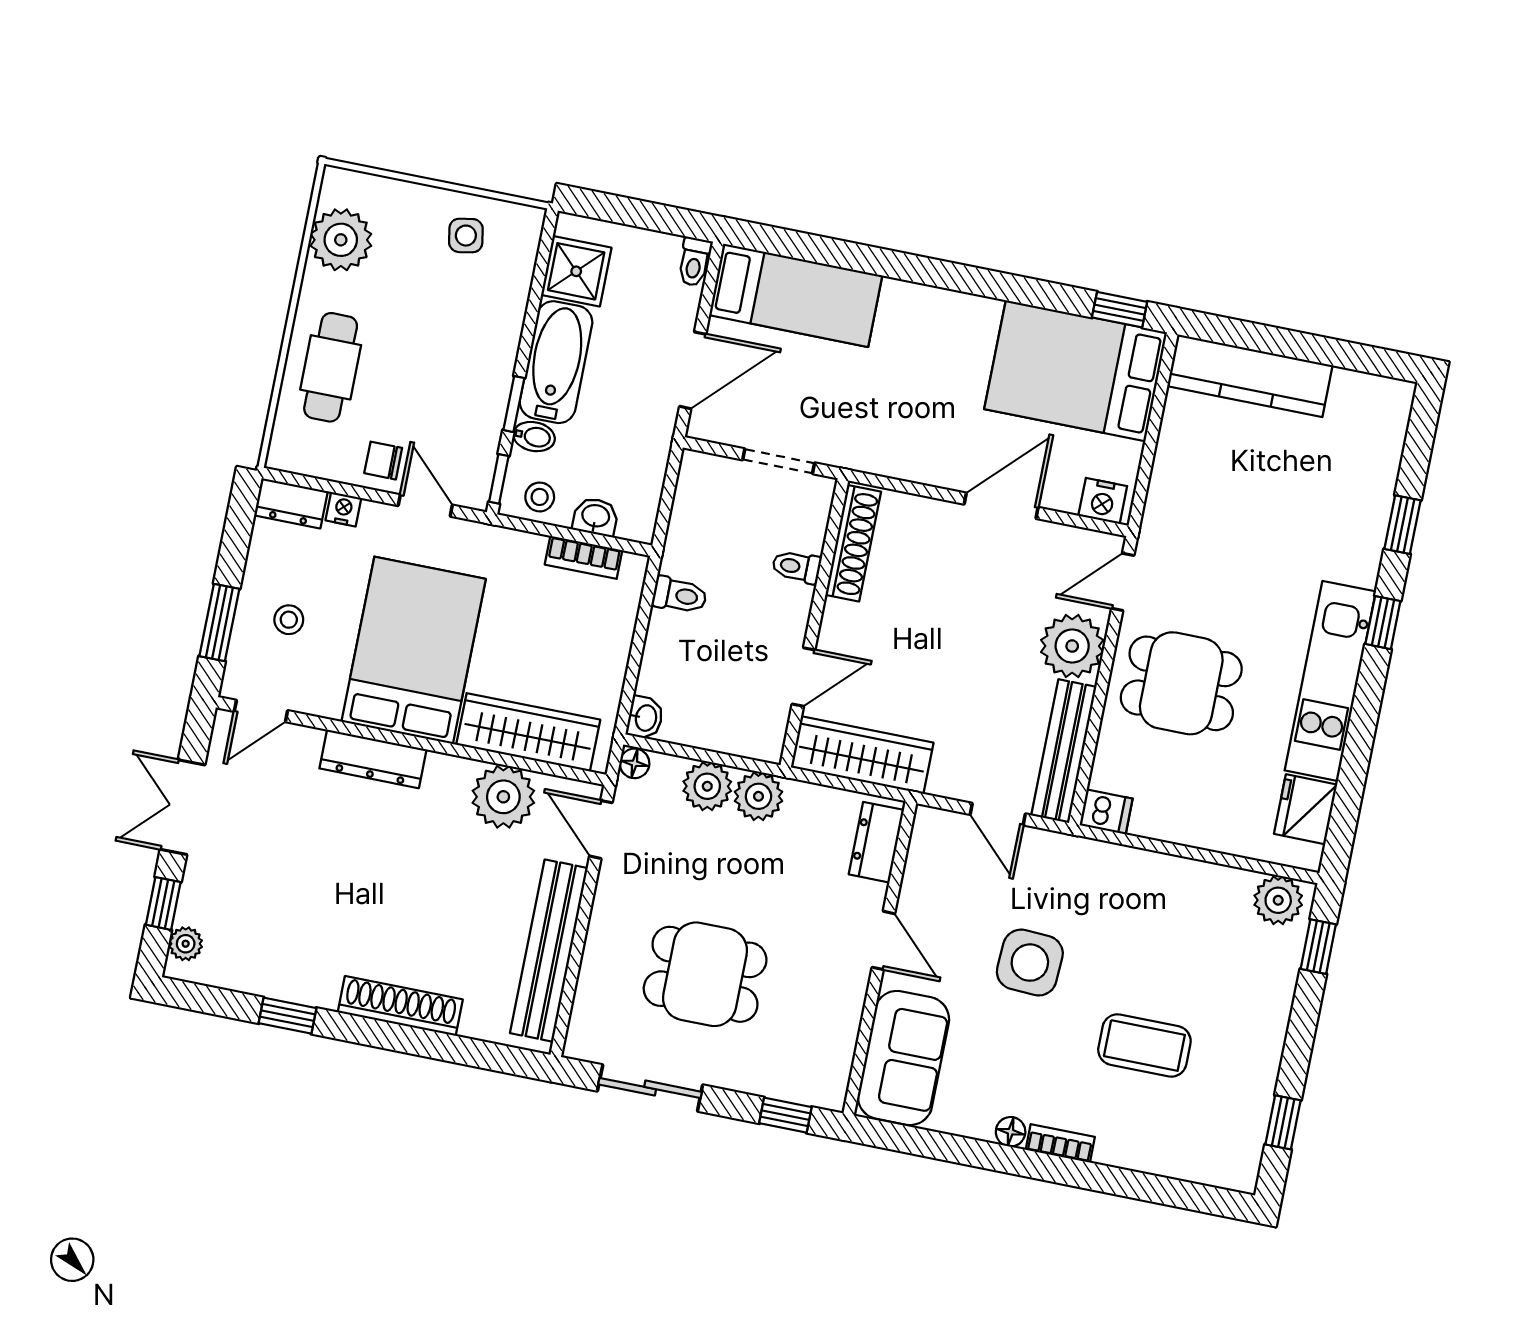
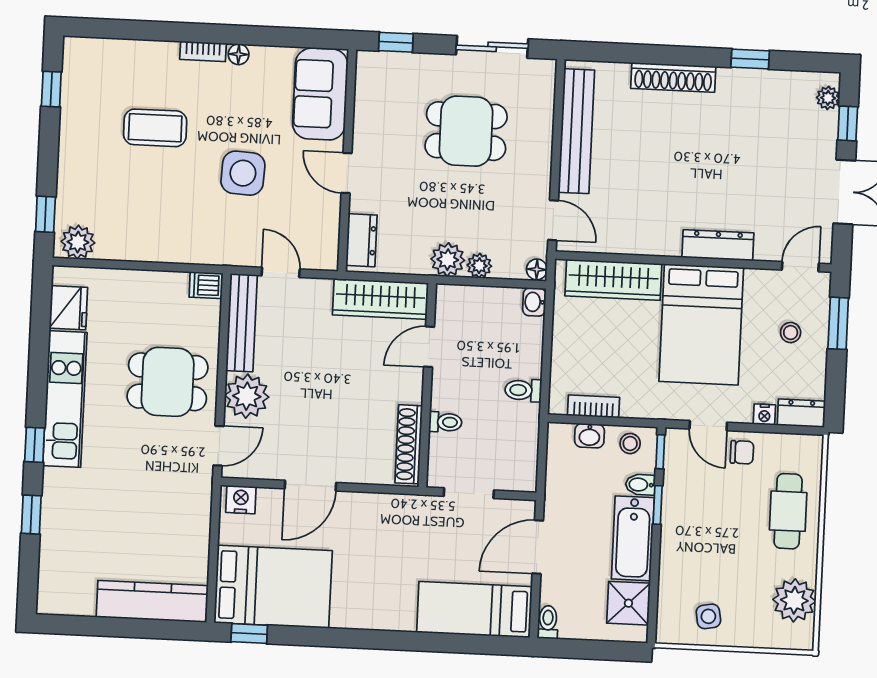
plant: (707, 786) -> (479, 266), width x0.73, depth x0.73
plant: (503, 797) -> (624, 233), removed

